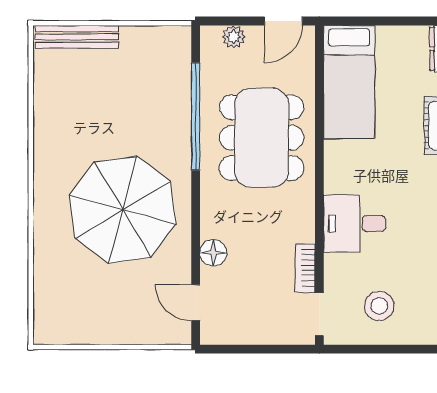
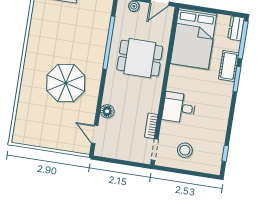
bed: (349, 82) -> (194, 39), width x1.50
dining table: (262, 138) -> (140, 58), width x0.73
parasol: (123, 210) -> (66, 83), width x0.73, depth x0.73

